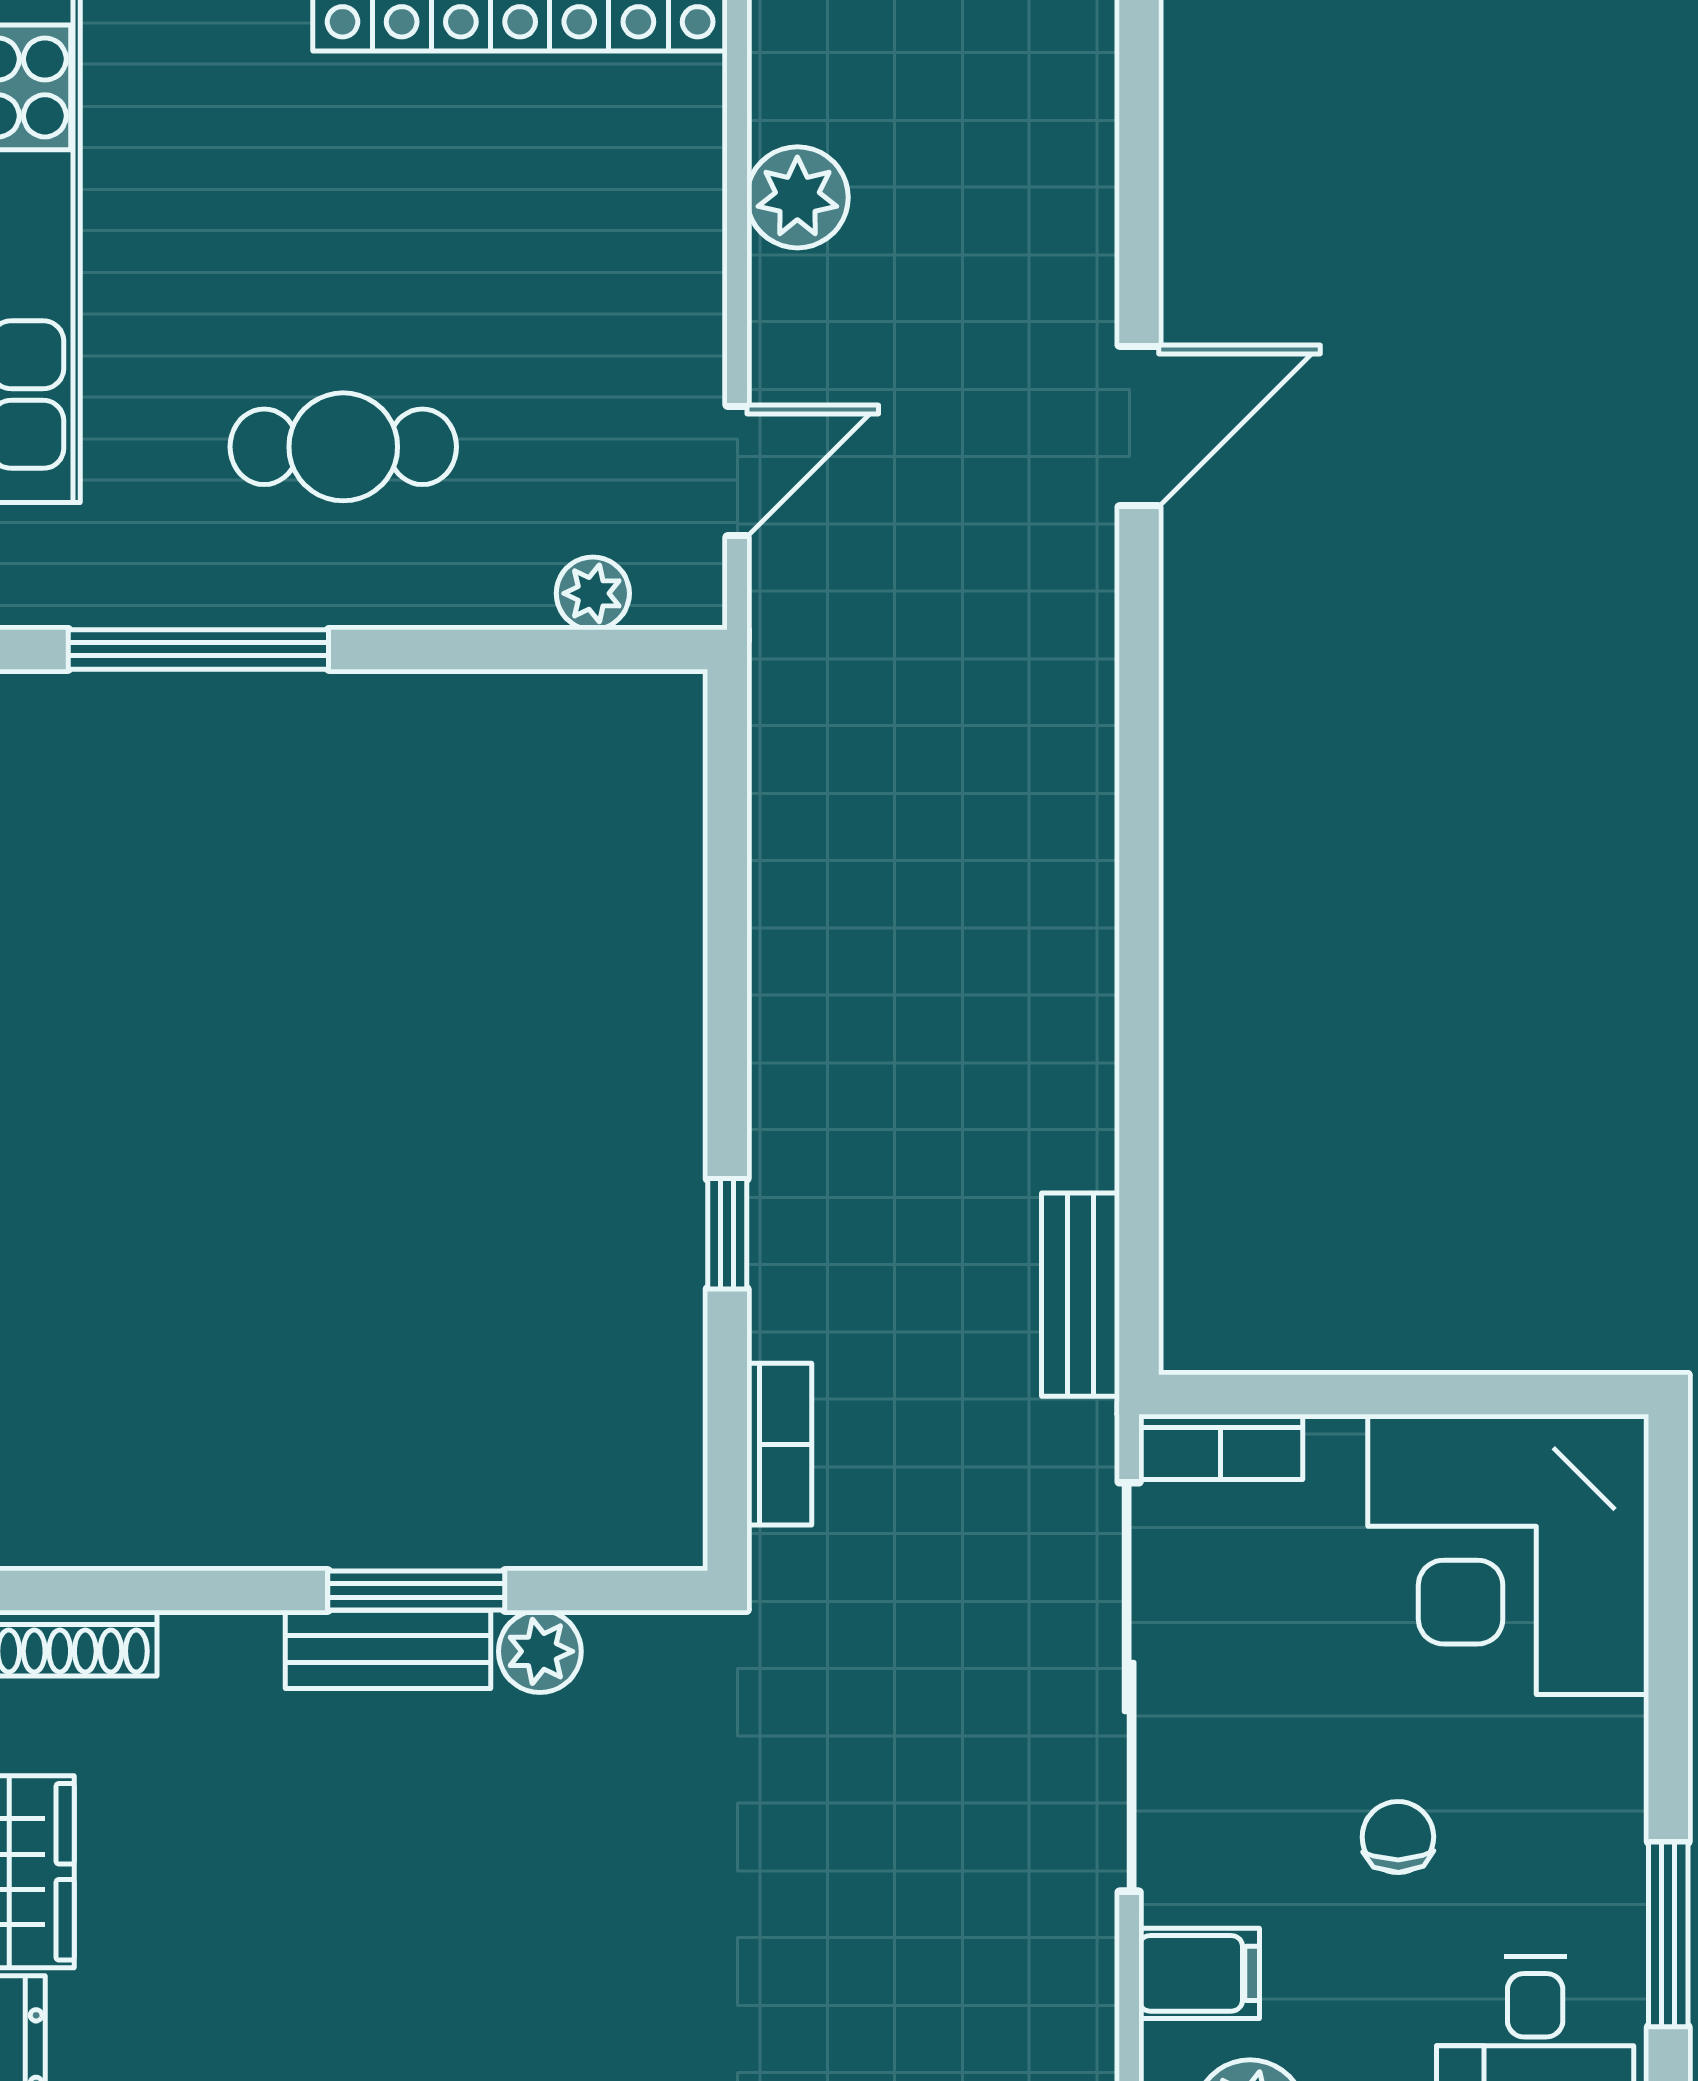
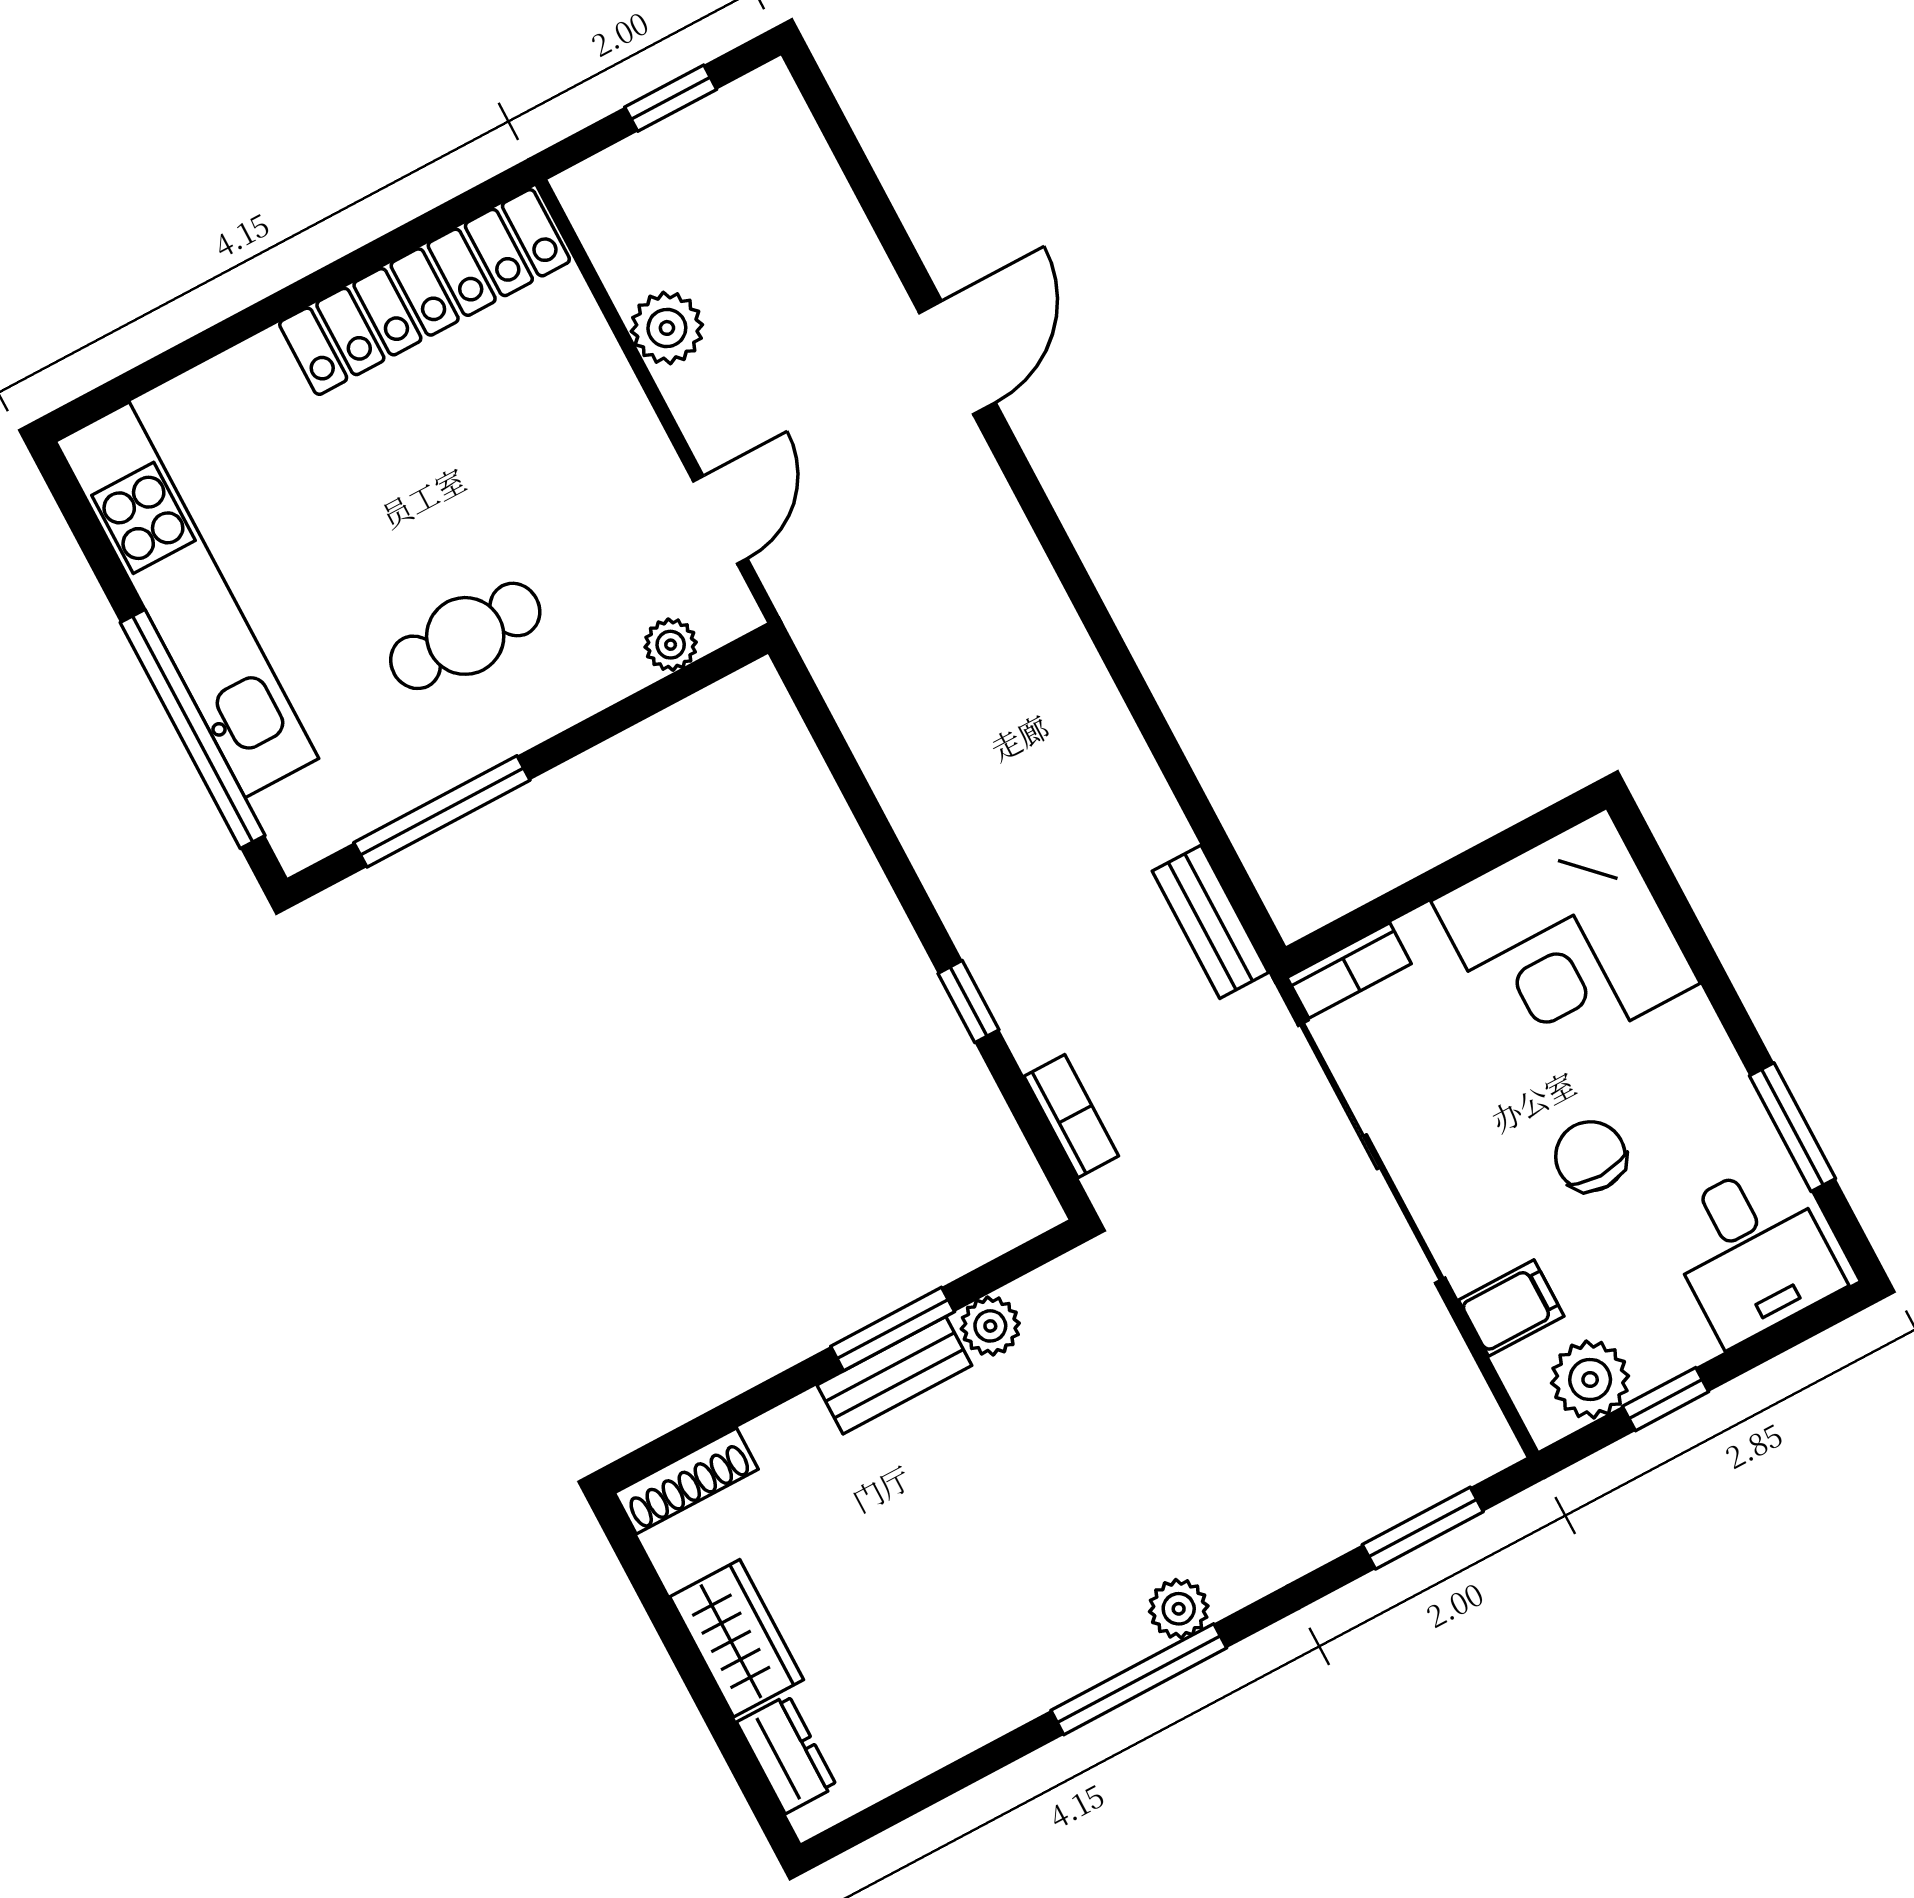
chair: (1398, 1837) -> (1590, 1156), width x1.37, depth x1.37

